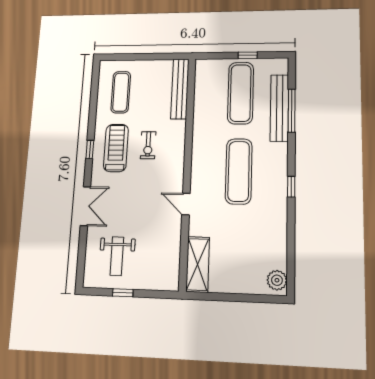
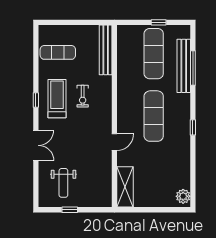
exercise mat: (121, 92) -> (58, 52), turned 90
door: (186, 204) -> (114, 142), swing flipped

